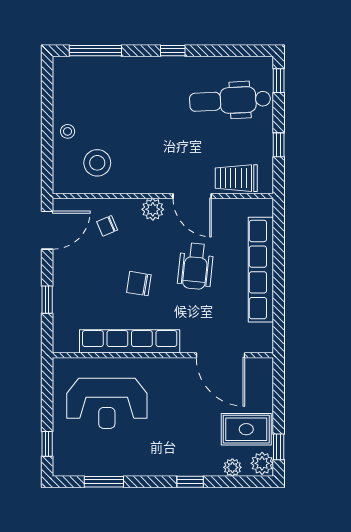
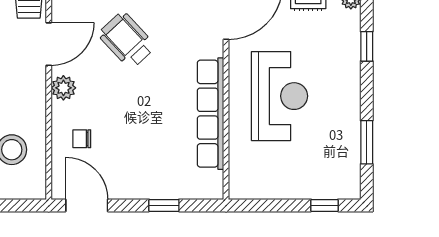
chair: (107, 226) -> (82, 139), turned 113
wheelchair: (196, 266) -> (127, 40), turned -139
chair: (139, 284) -> (146, 103), removed
reception desk: (107, 403) -> (279, 96), moved

